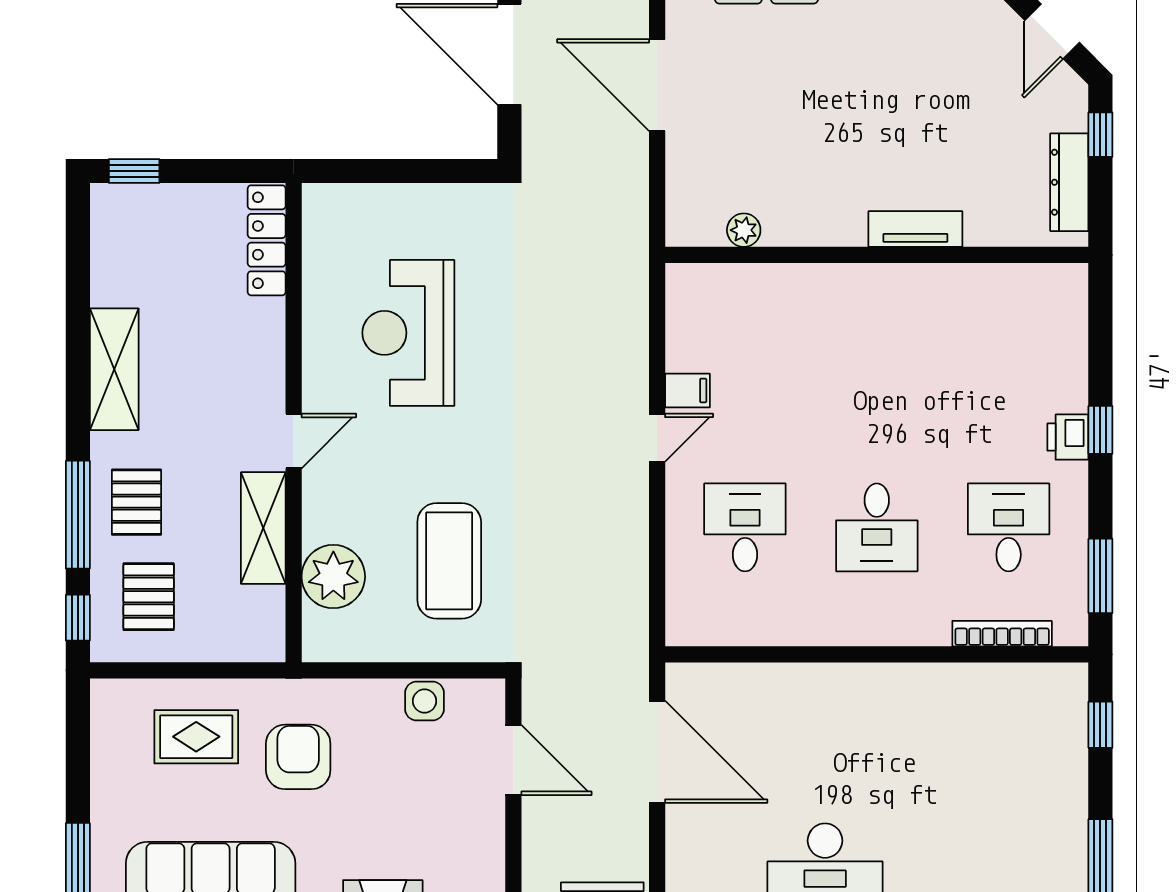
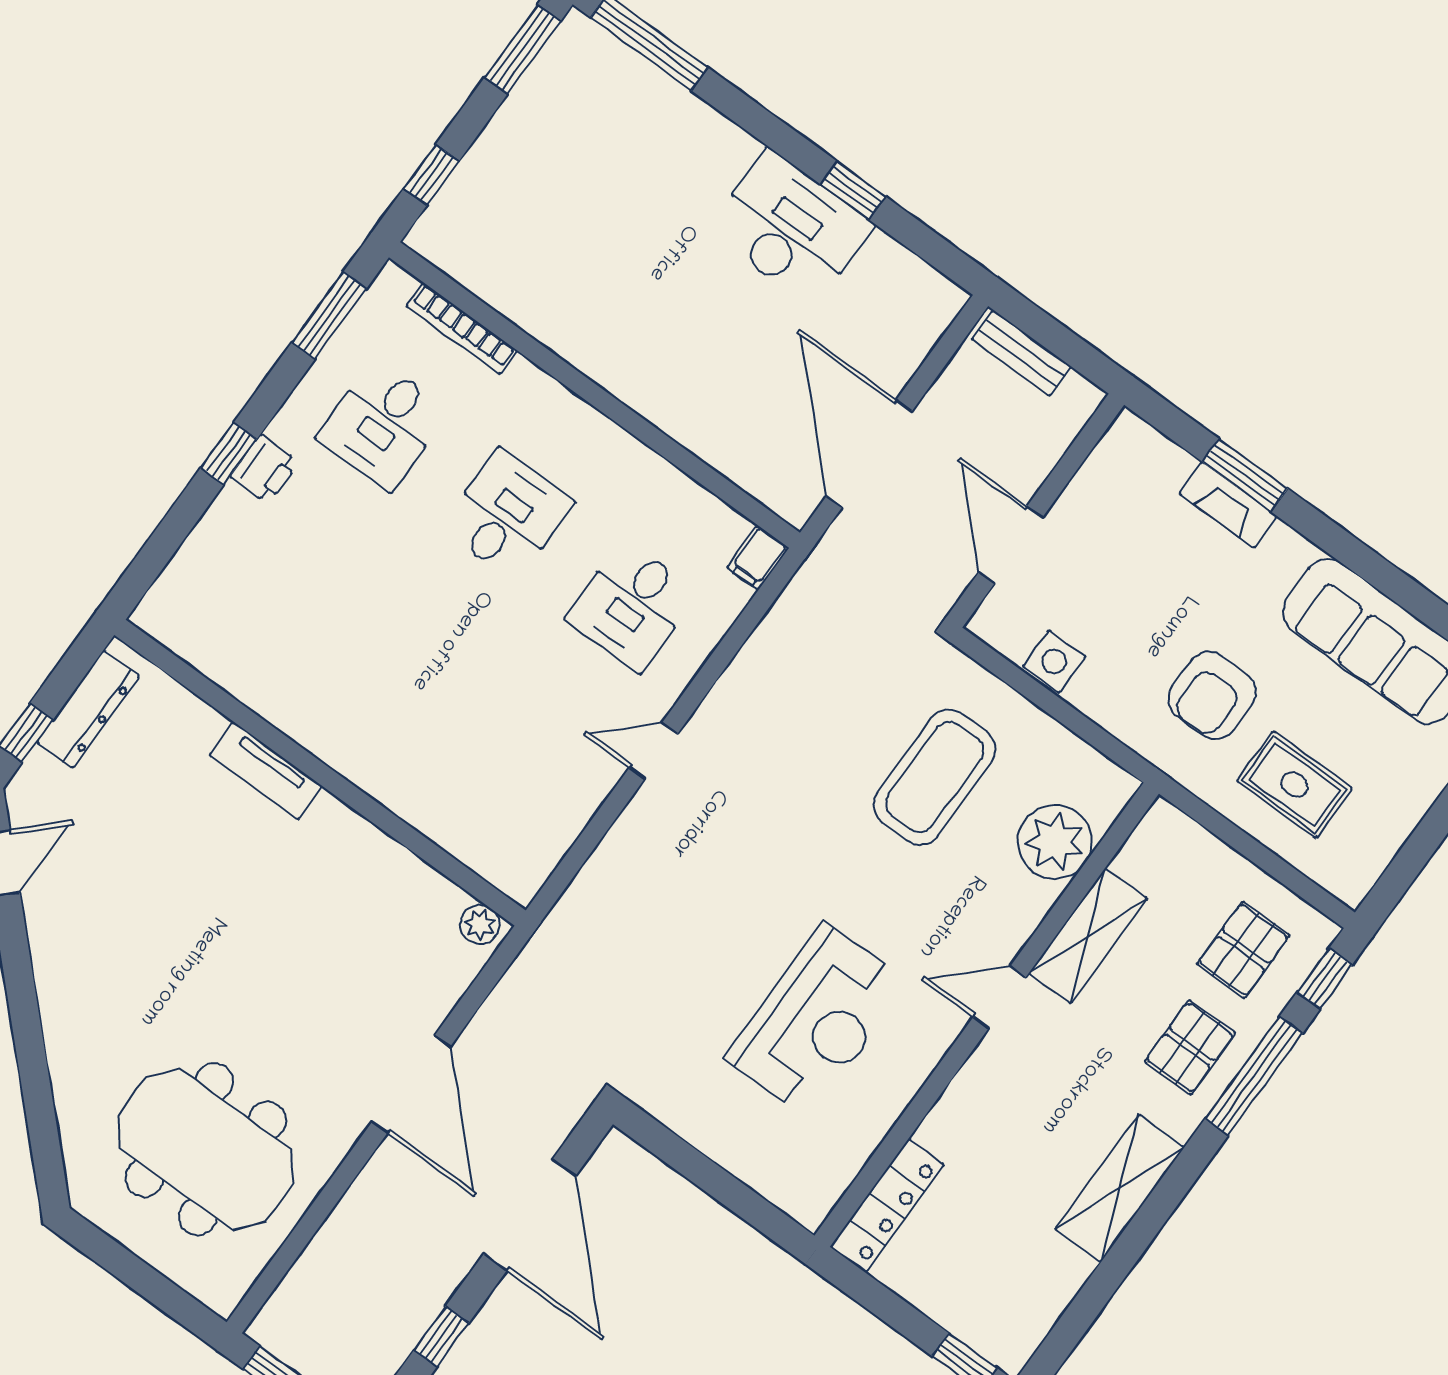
plant: (744, 230) -> (480, 924), moved
filing cabinet: (687, 390) -> (758, 558), moved, turned -90

